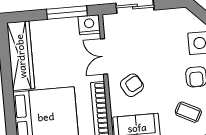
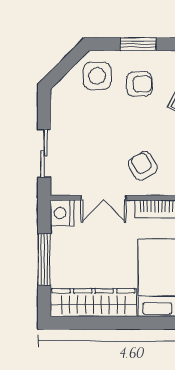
window: (67, 13) -> (44, 259), moved

